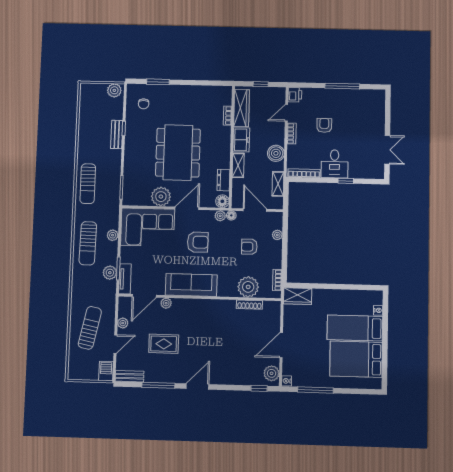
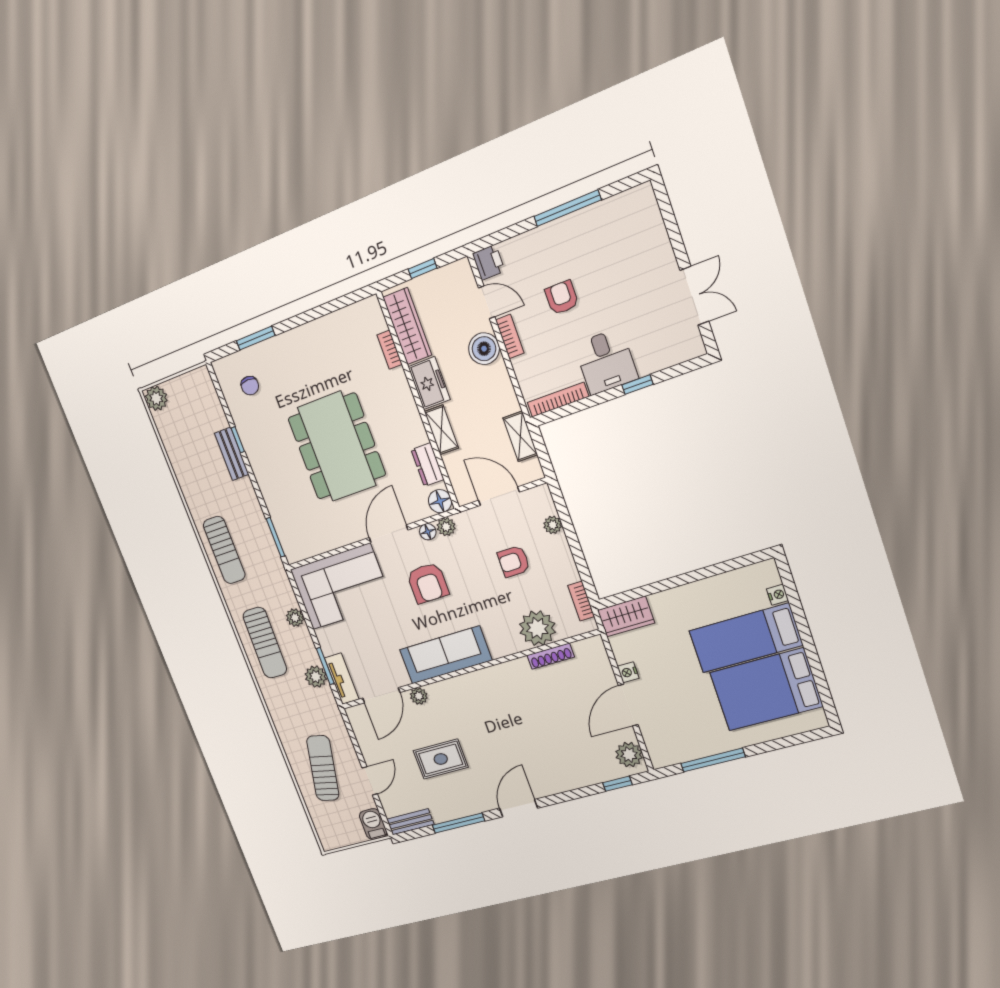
plant: (114, 90) -> (156, 398), moved
door: (286, 113) -> (487, 302), swing flipped
boiler: (276, 153) -> (484, 349), moved
plant: (161, 197) -> (341, 530), removed
floor lamp: (231, 215) -> (428, 532), moved
armchair: (198, 242) -> (428, 583), turned 90
plant: (123, 323) -> (367, 746), removed
nightstand: (287, 381) -> (628, 672), moved

